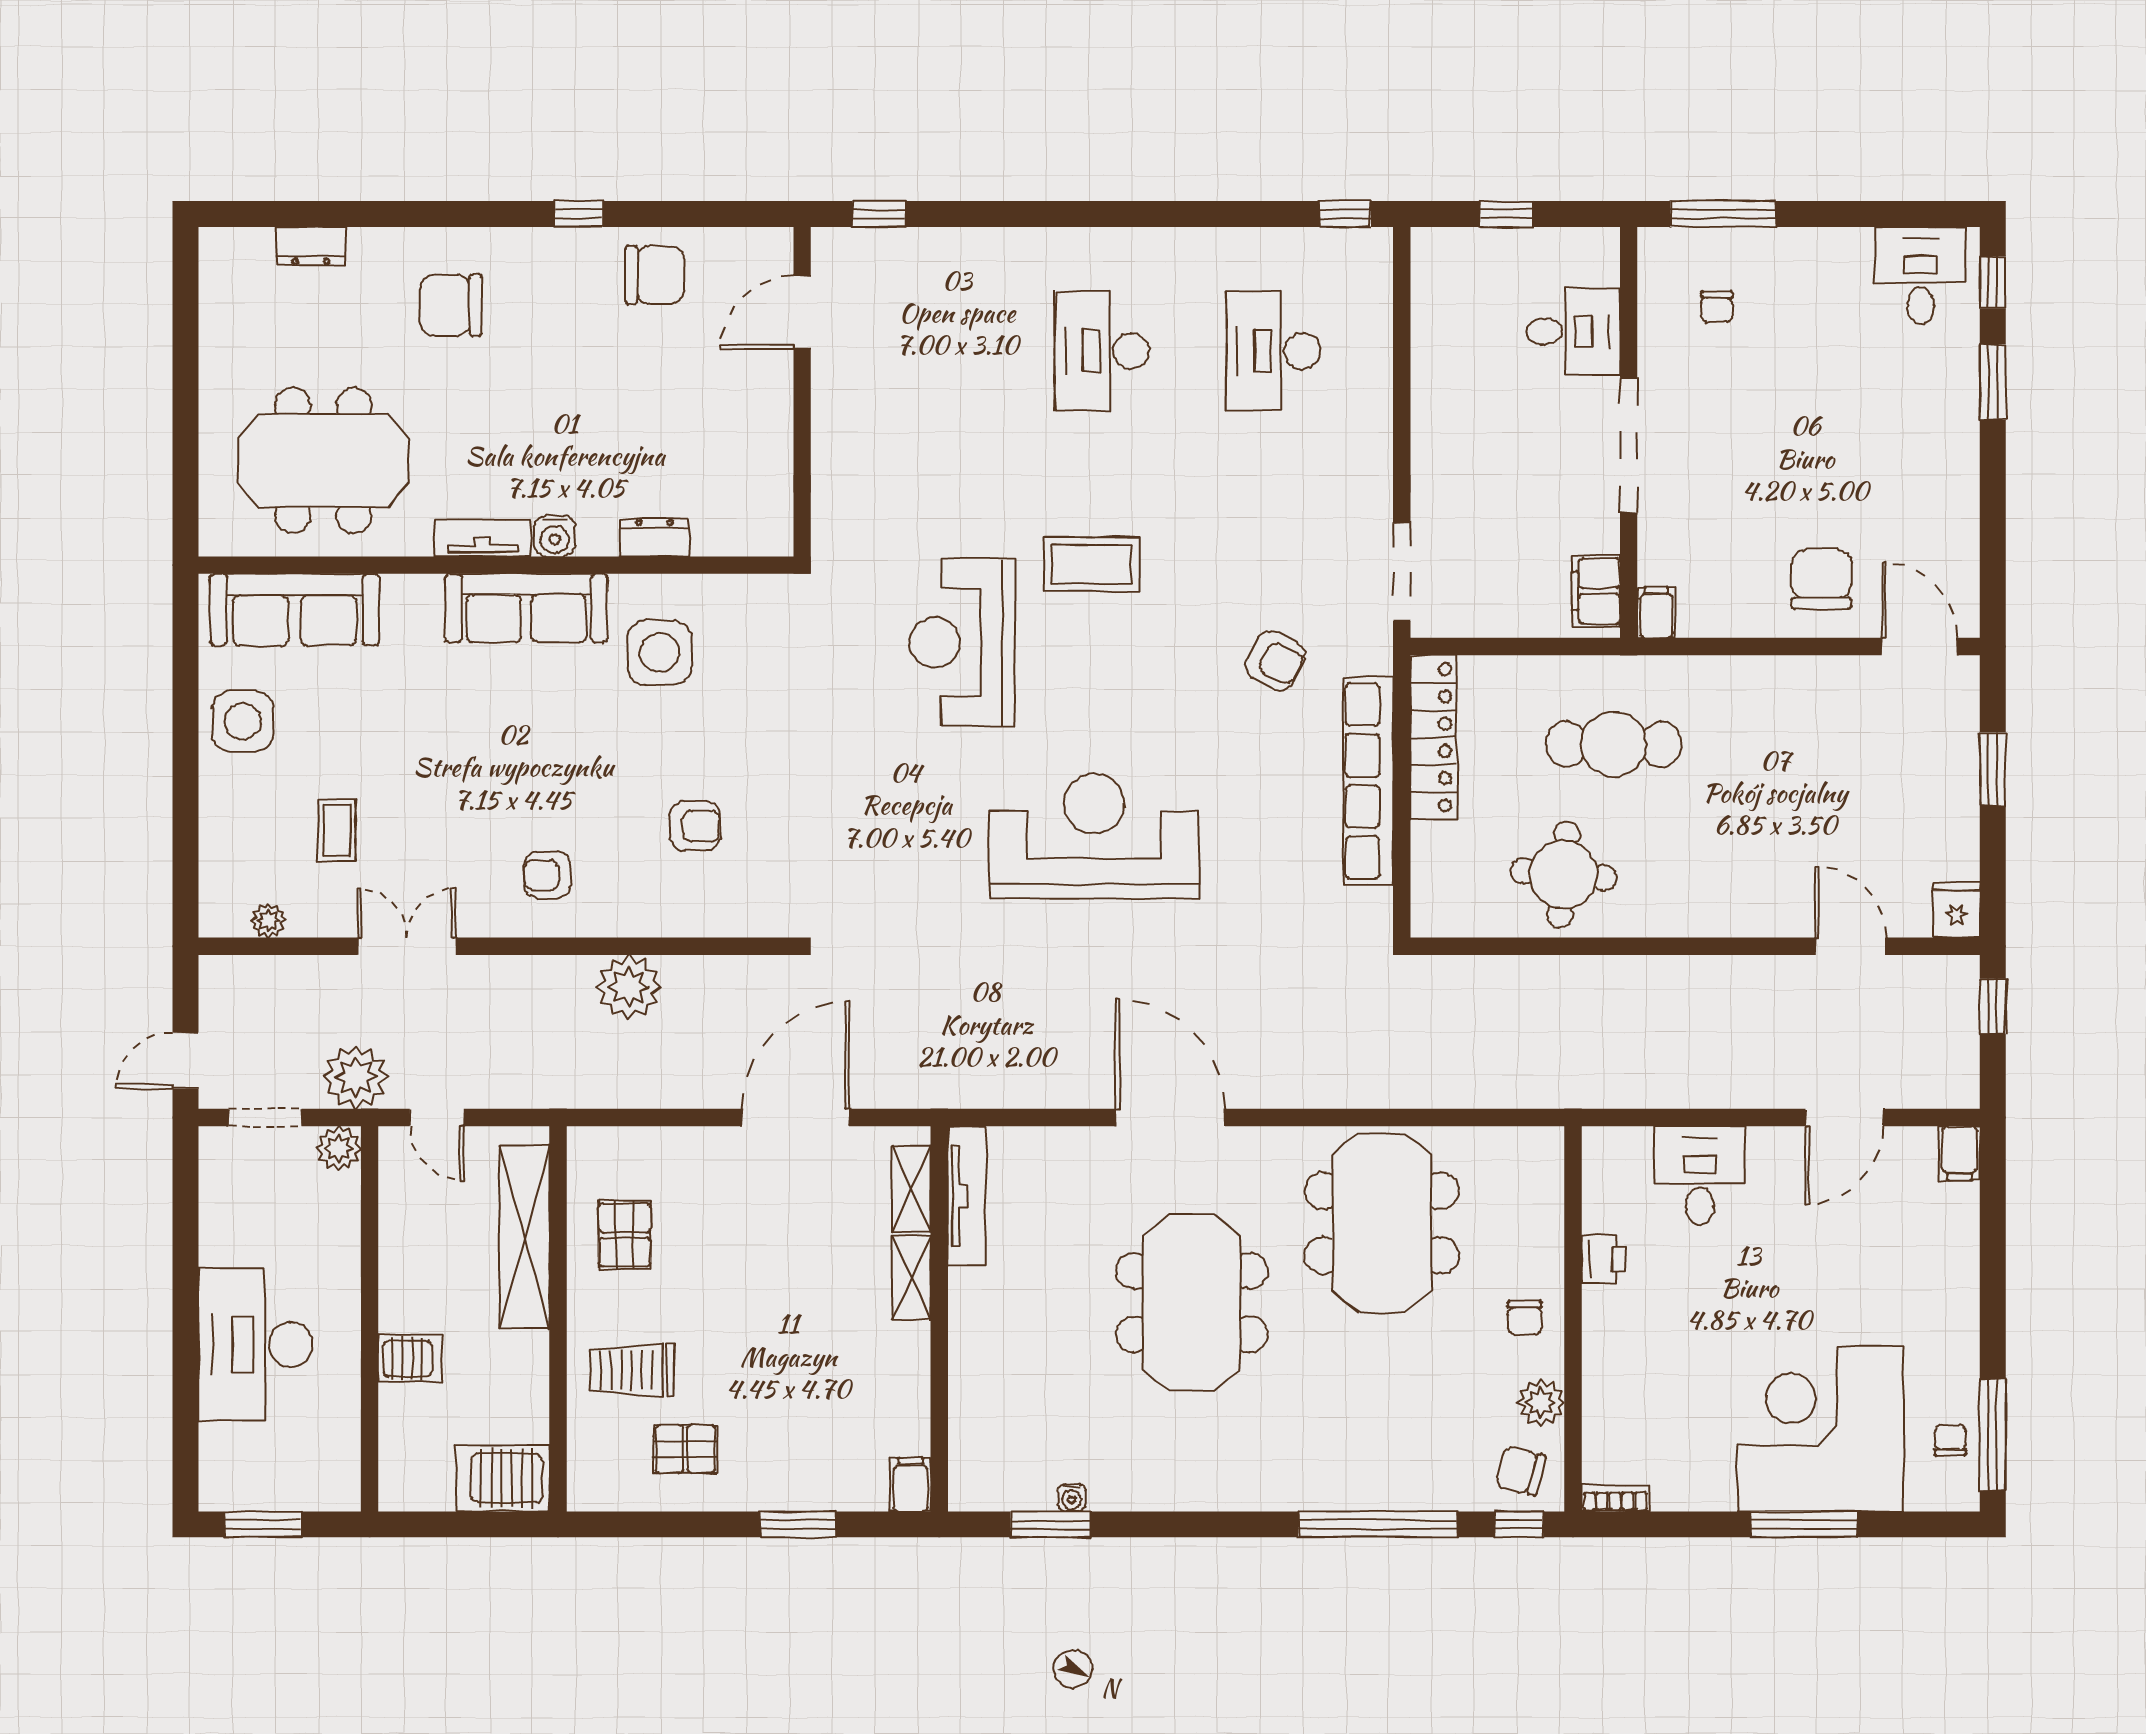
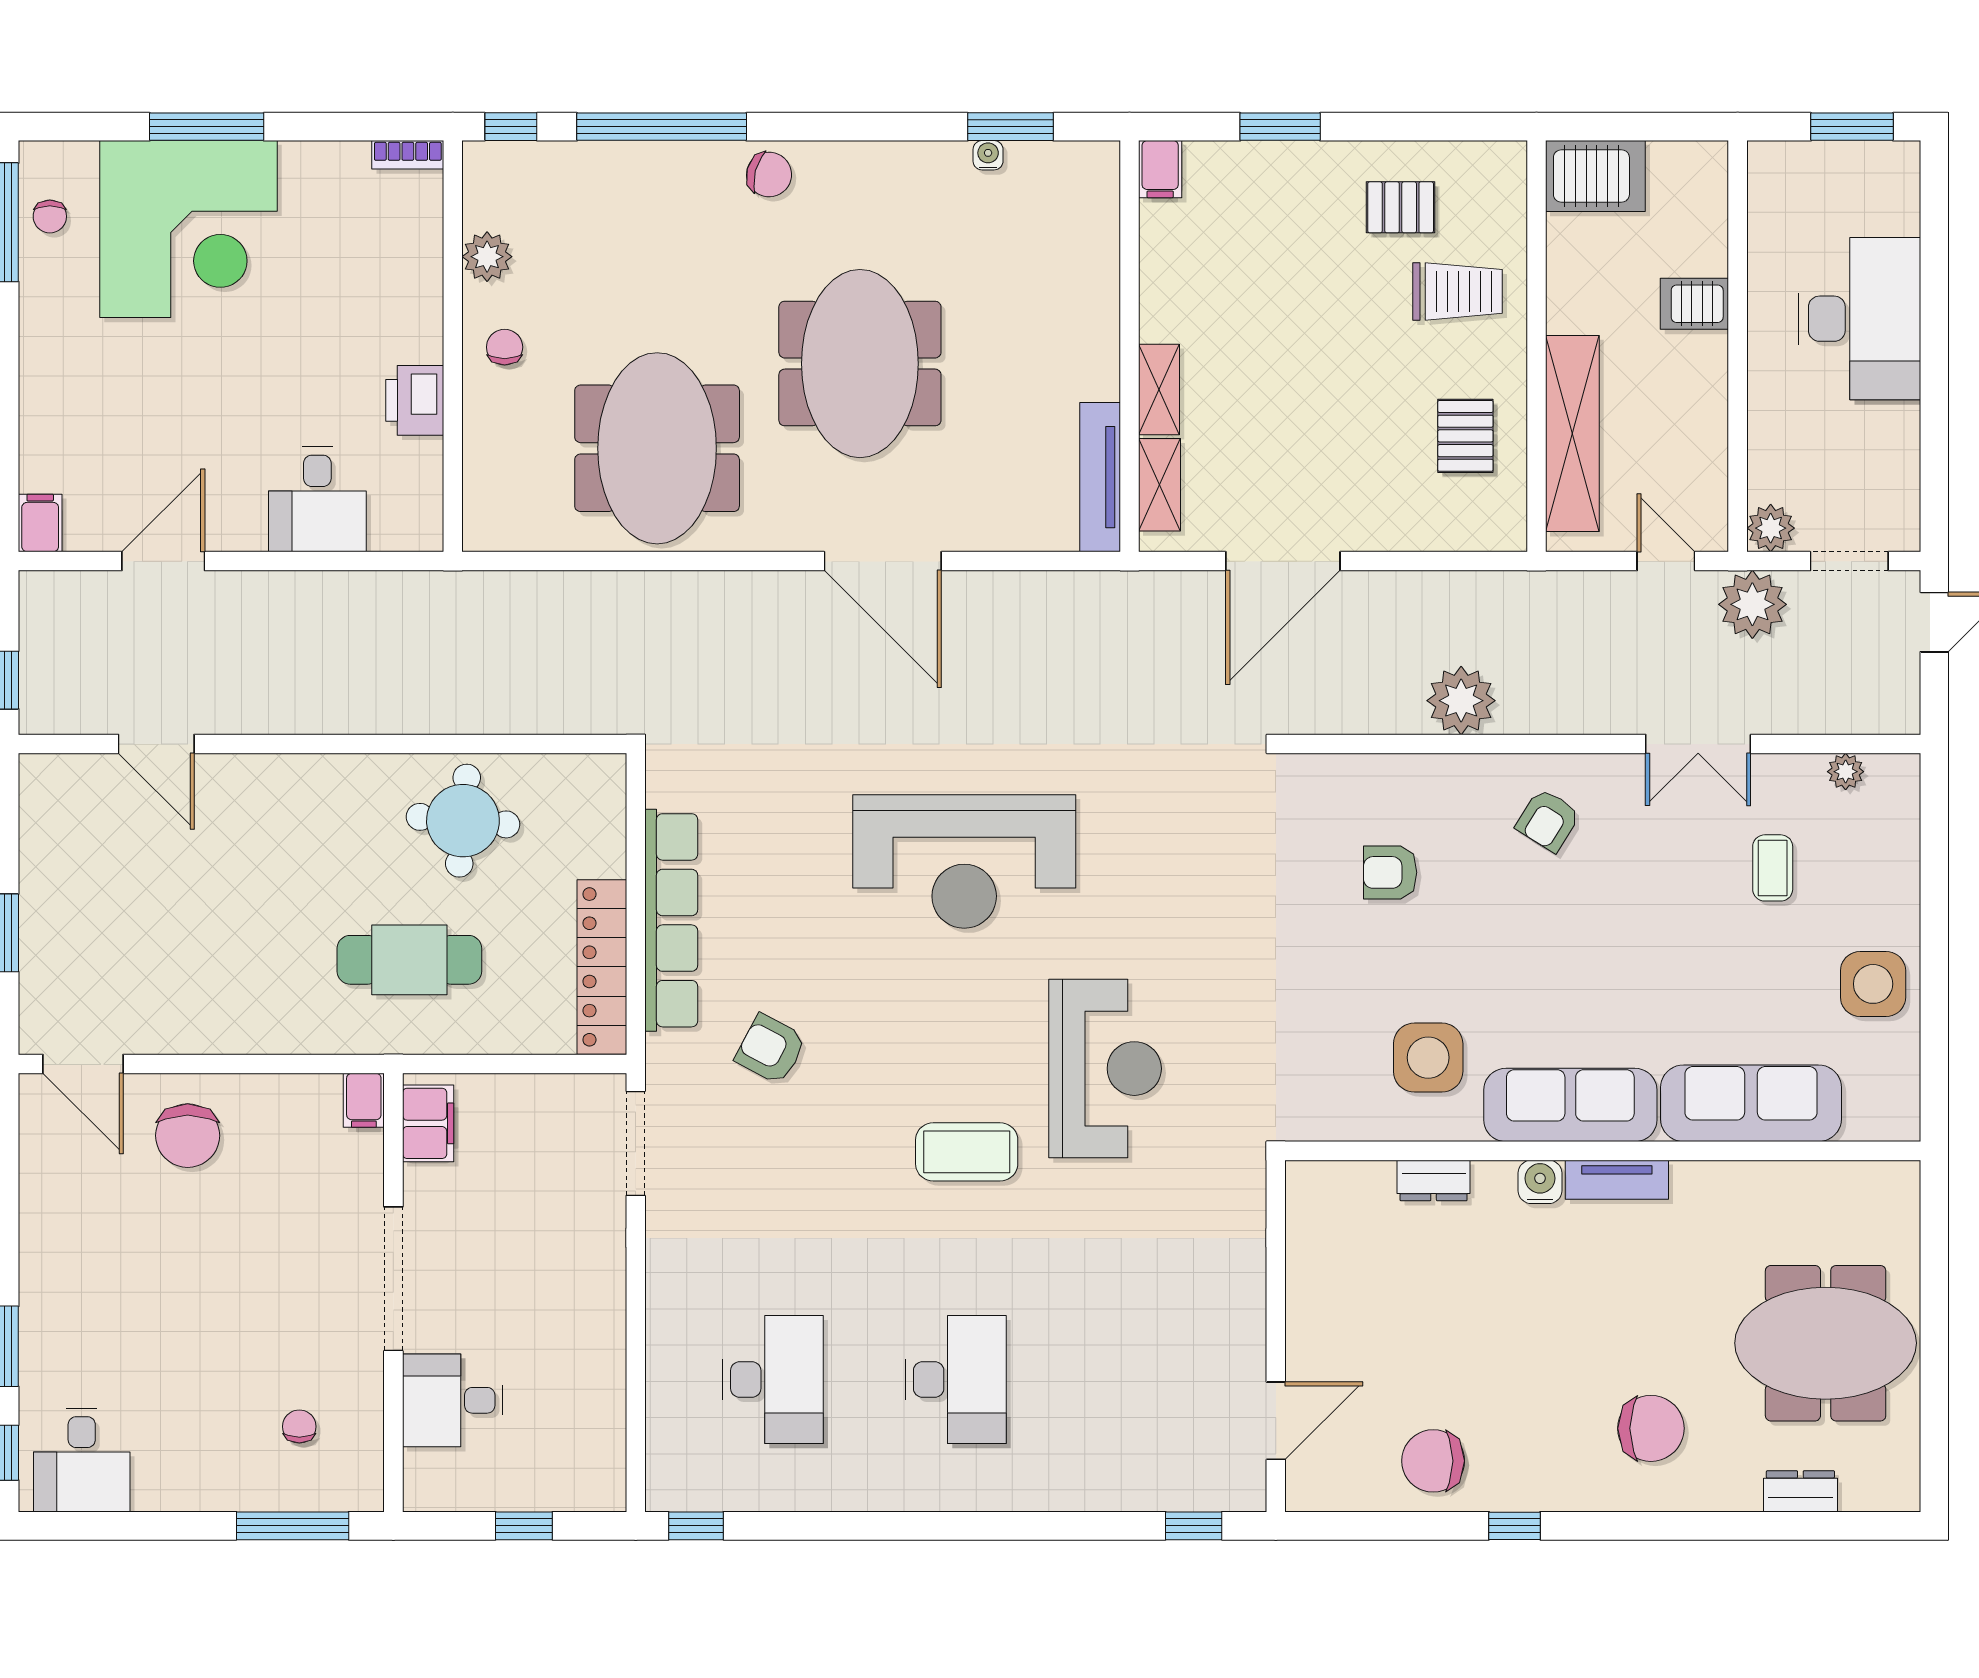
meeting table: (323, 460) -> (1826, 1343), moved
sofa: (295, 610) -> (1751, 1103), moved
armchair: (547, 875) -> (1548, 820), turned 122
fridge: (1957, 910) -> (43, 783), removed
printer: (1603, 1259) -> (415, 400), width x1.36, depth x1.24
chair: (1521, 1471) -> (769, 175), moved

